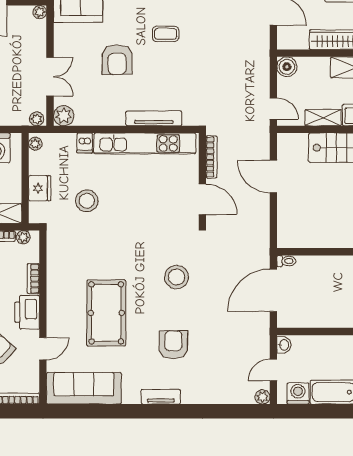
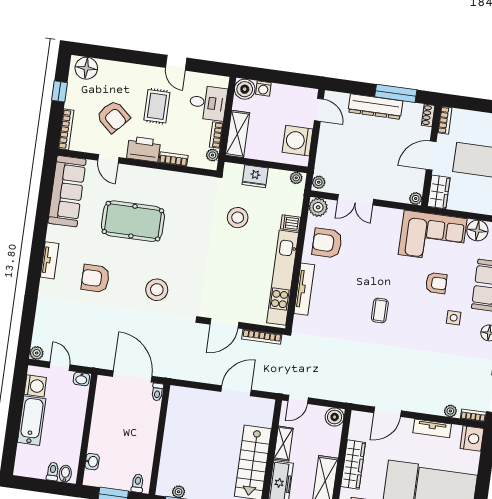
armchair: (117, 60) -> (327, 243), moved
armchair: (173, 345) -> (95, 278), turned 180

